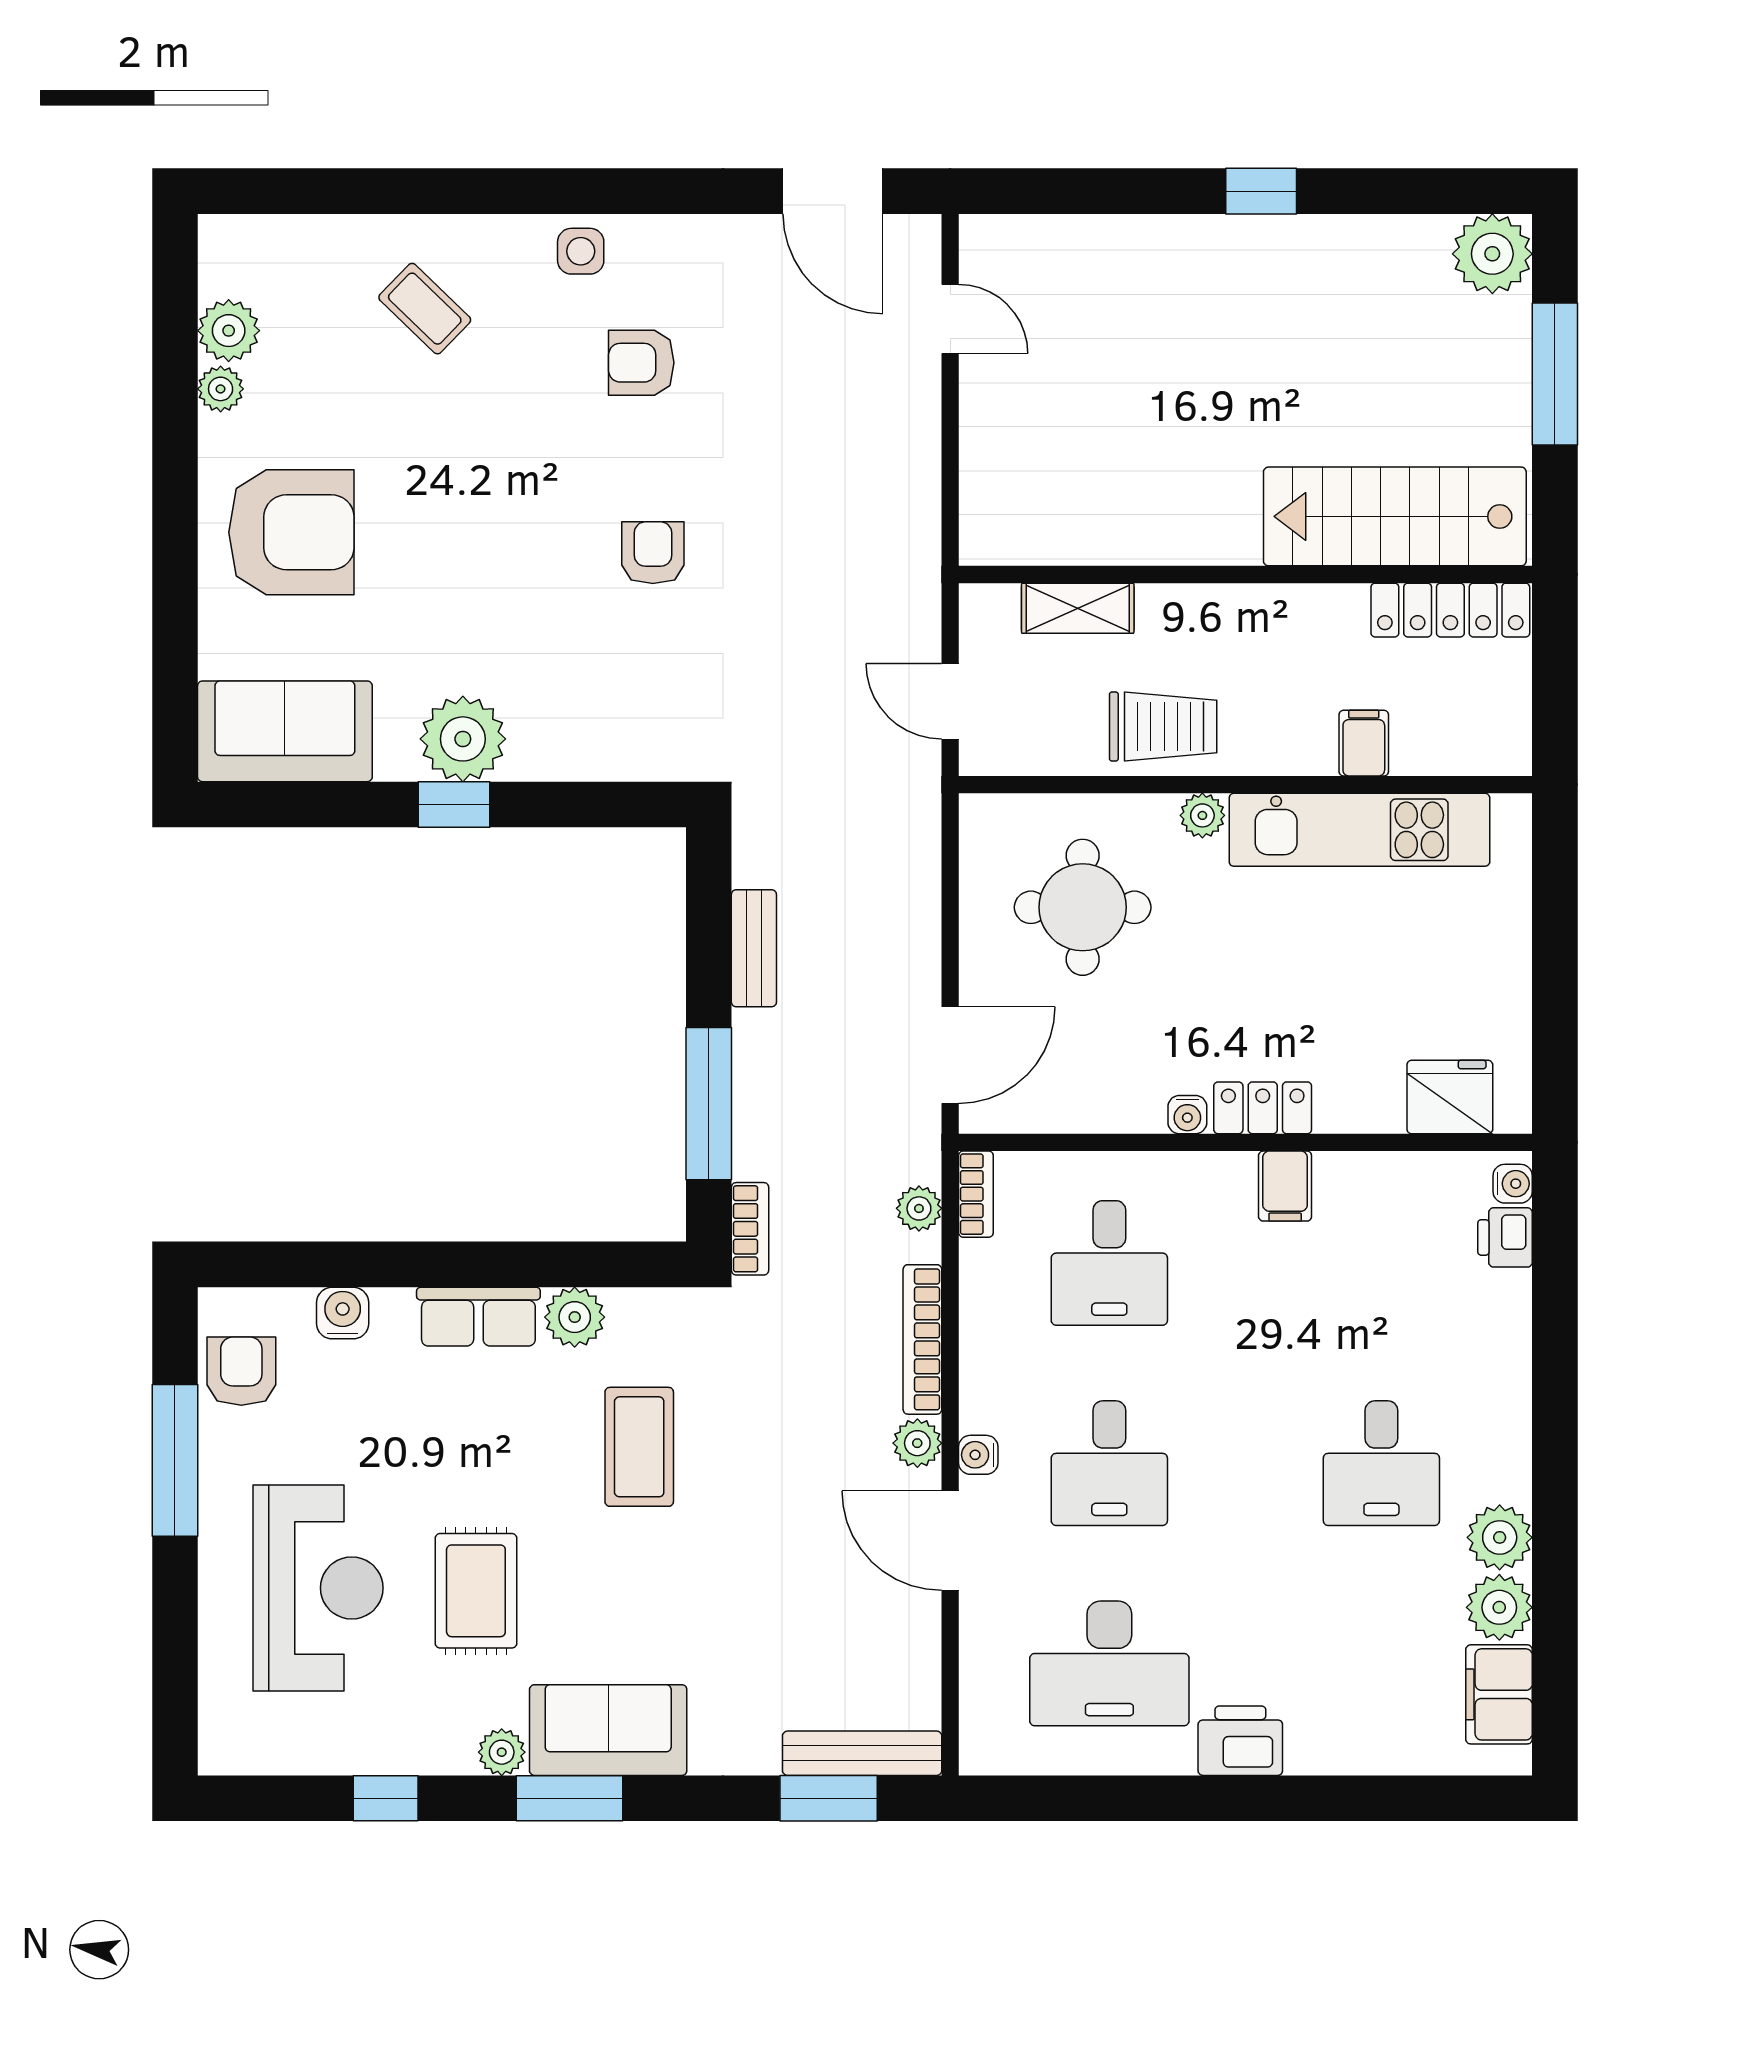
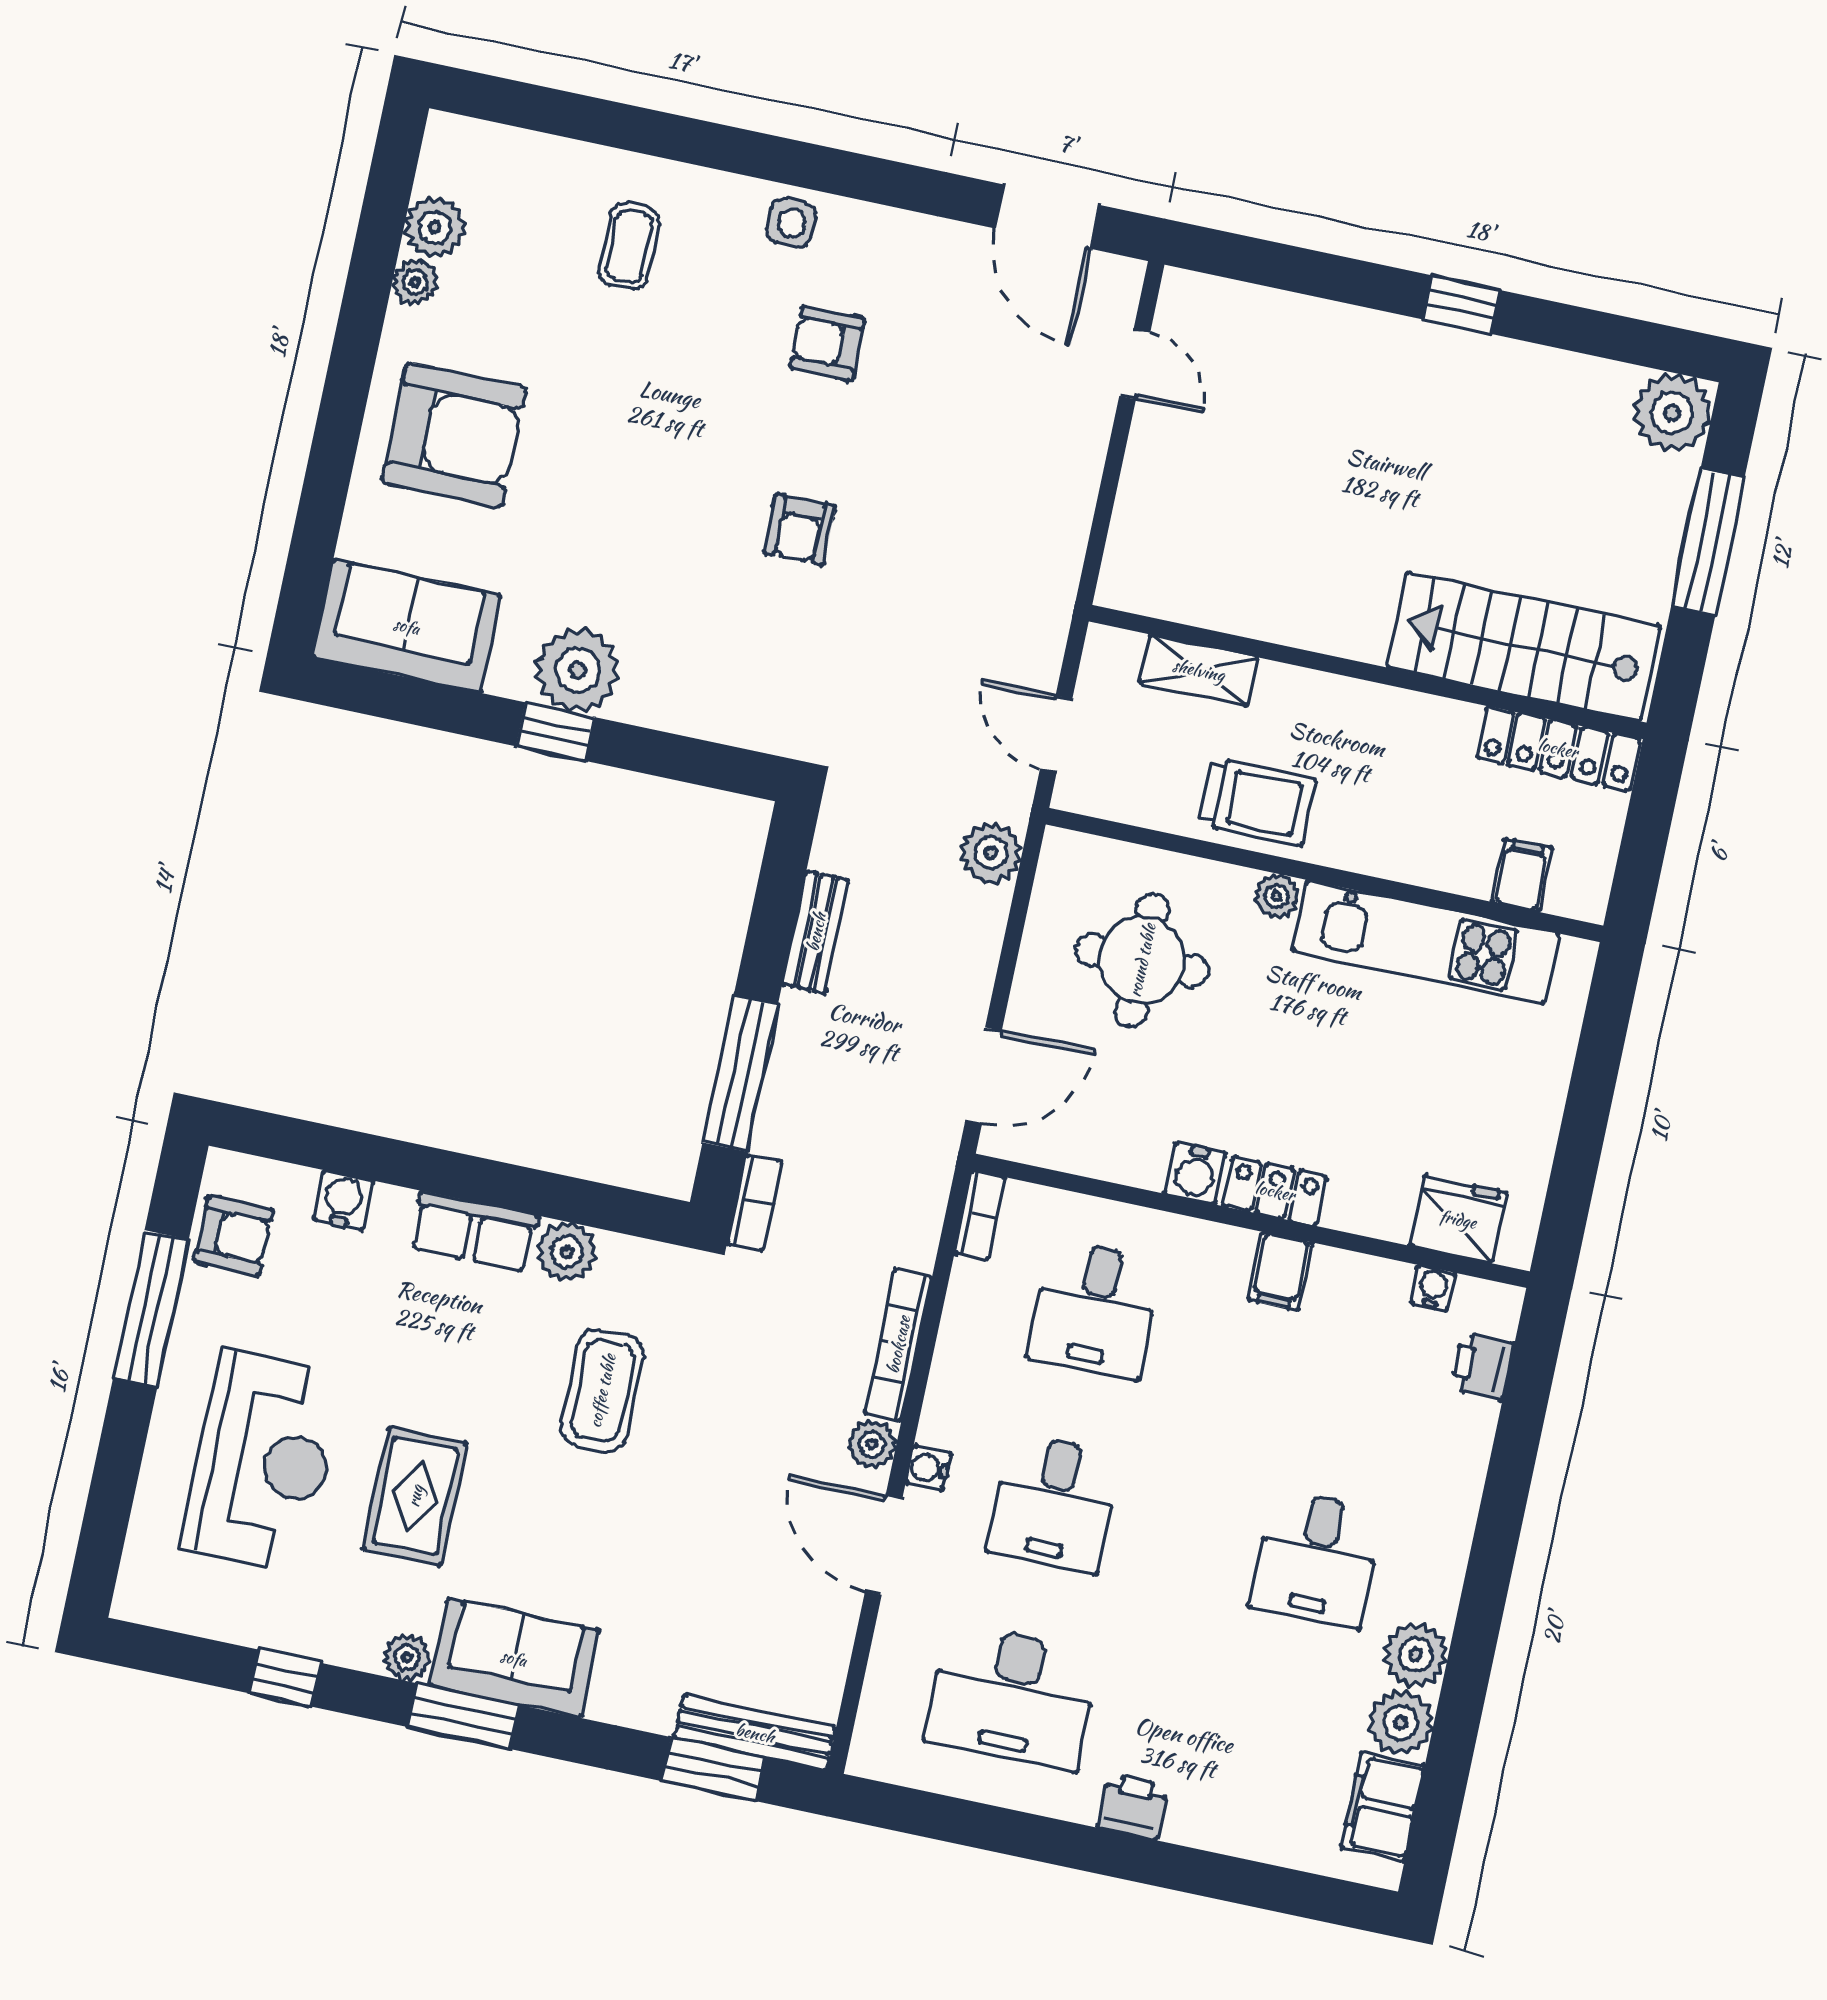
coffee table: (425, 309) -> (629, 246), turned 46
armchair: (653, 553) -> (799, 529), turned 180
filing cabinet: (1364, 743) -> (1522, 875), moved
water cooler: (1187, 1115) -> (1195, 1173), width x1.38, depth x1.38
water cooler: (1513, 1184) -> (1433, 1288), moved, turned -90
plant: (919, 1208) -> (991, 853), moved, width x1.38, depth x1.38
armchair: (241, 1371) -> (234, 1236), turned 90
printer: (1240, 1741) -> (1133, 1807), width x0.73, depth x0.81

